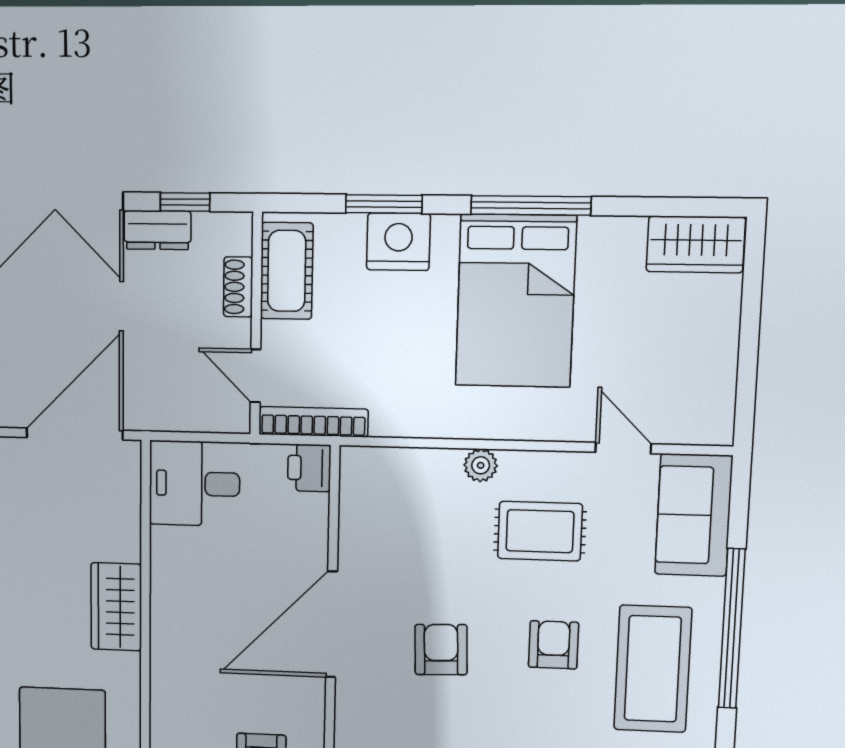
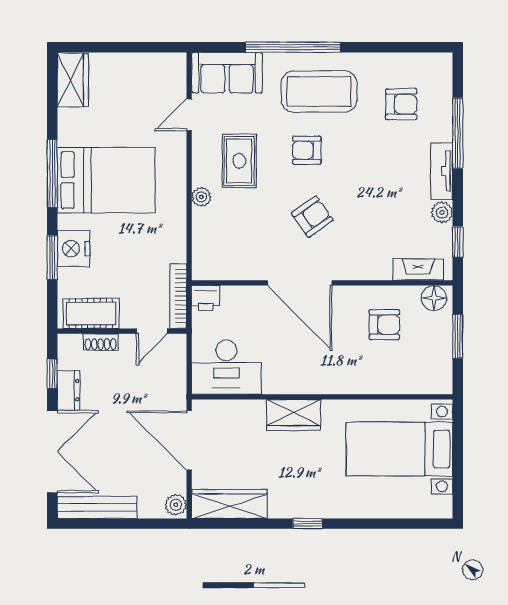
desk: (194, 484) -> (226, 367), width x1.37
armchair: (441, 650) -> (312, 217), turned 147

